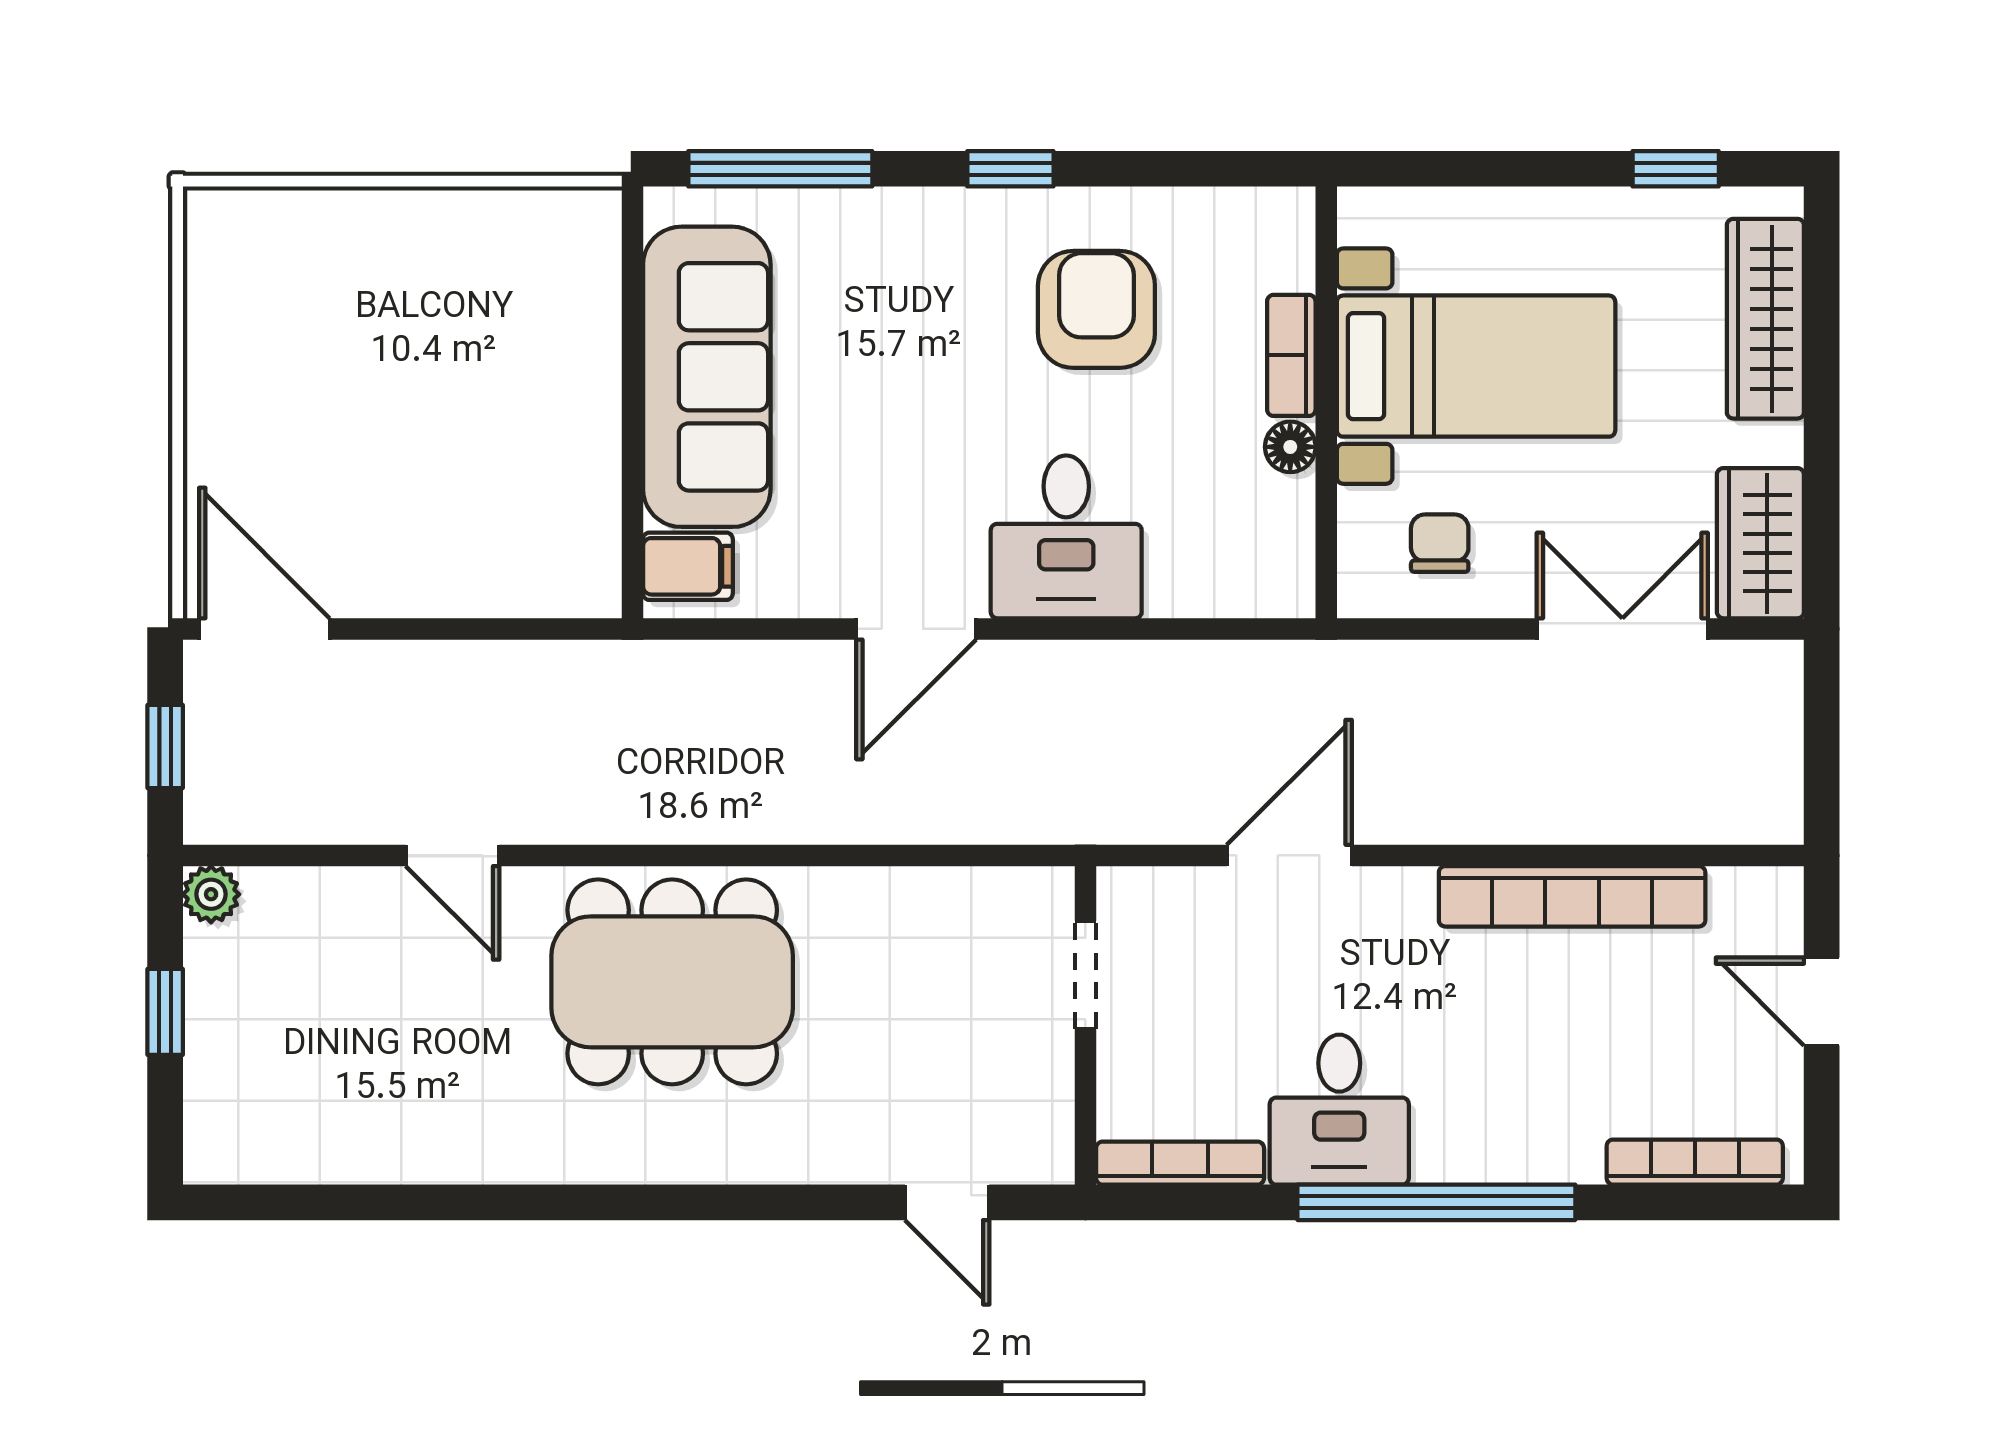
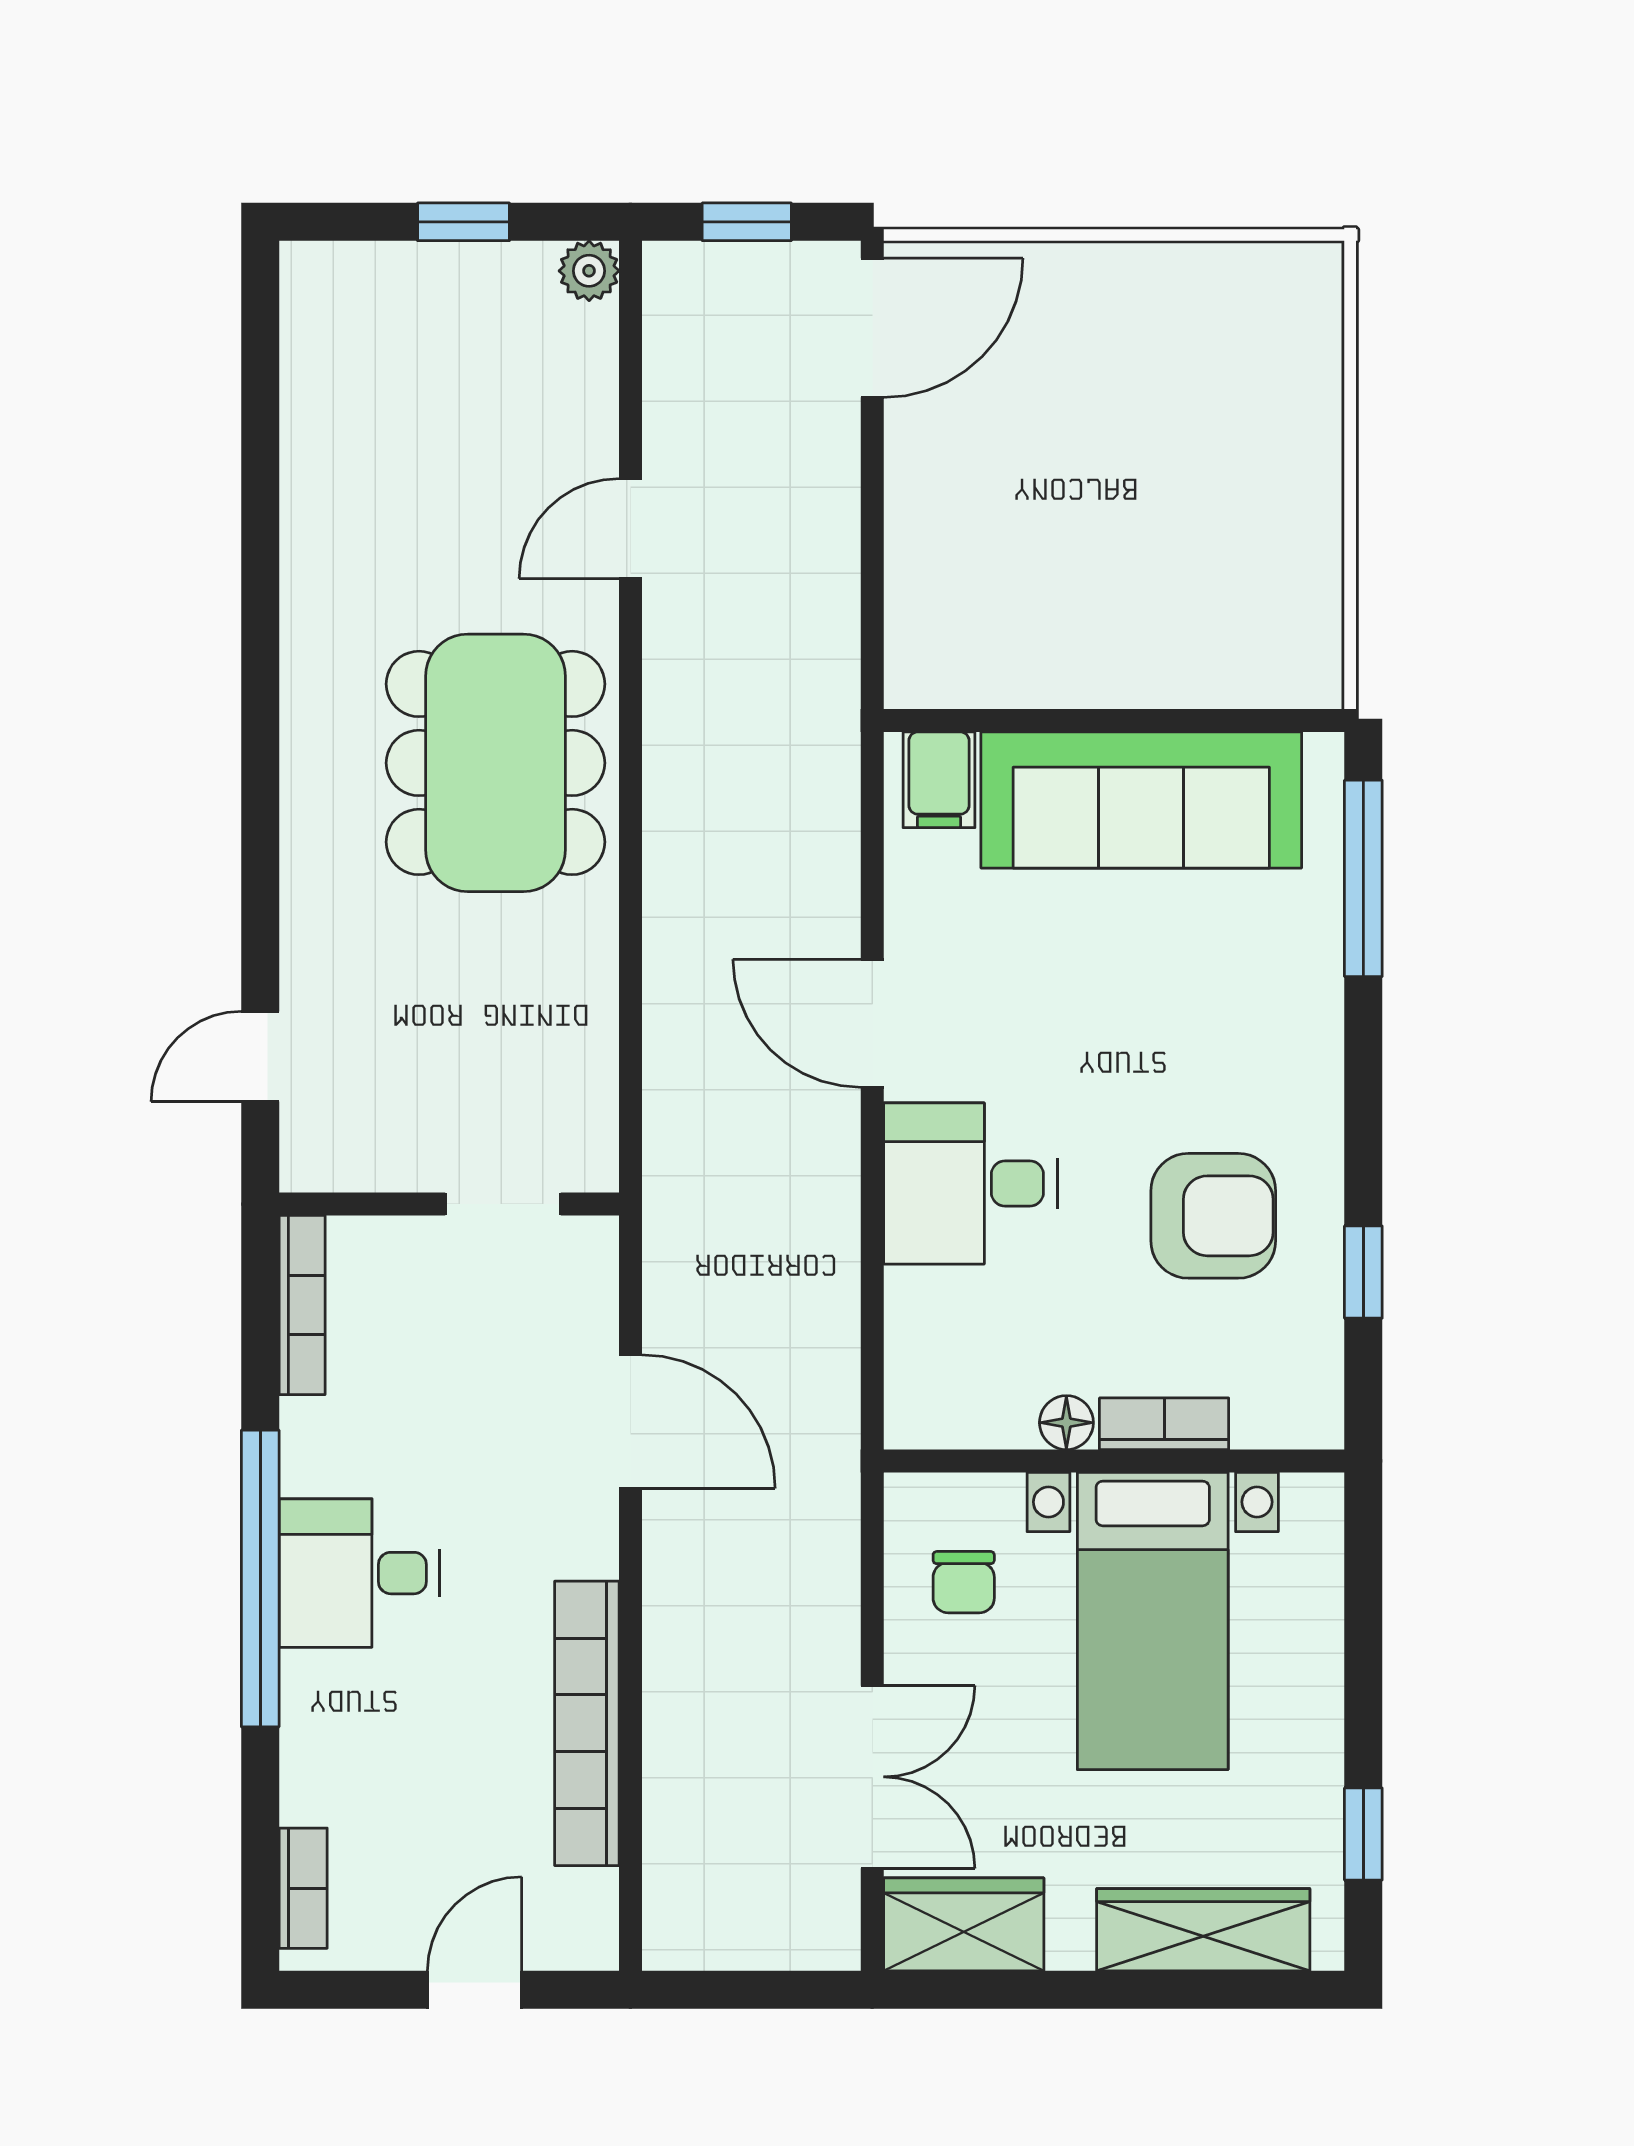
window: (1010, 169) -> (1363, 1272), moved
chair: (1440, 543) -> (964, 1582), turned 90
desk: (1339, 1110) -> (359, 1573), moved
bookcase: (1695, 1162) -> (303, 1888), width x0.64

